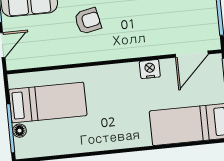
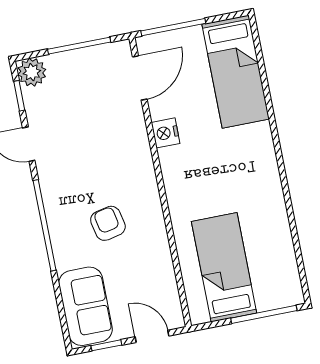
door: (192, 54) -> (140, 78), hinge flipped
floor lamp: (20, 131) -> (266, 302), removed

